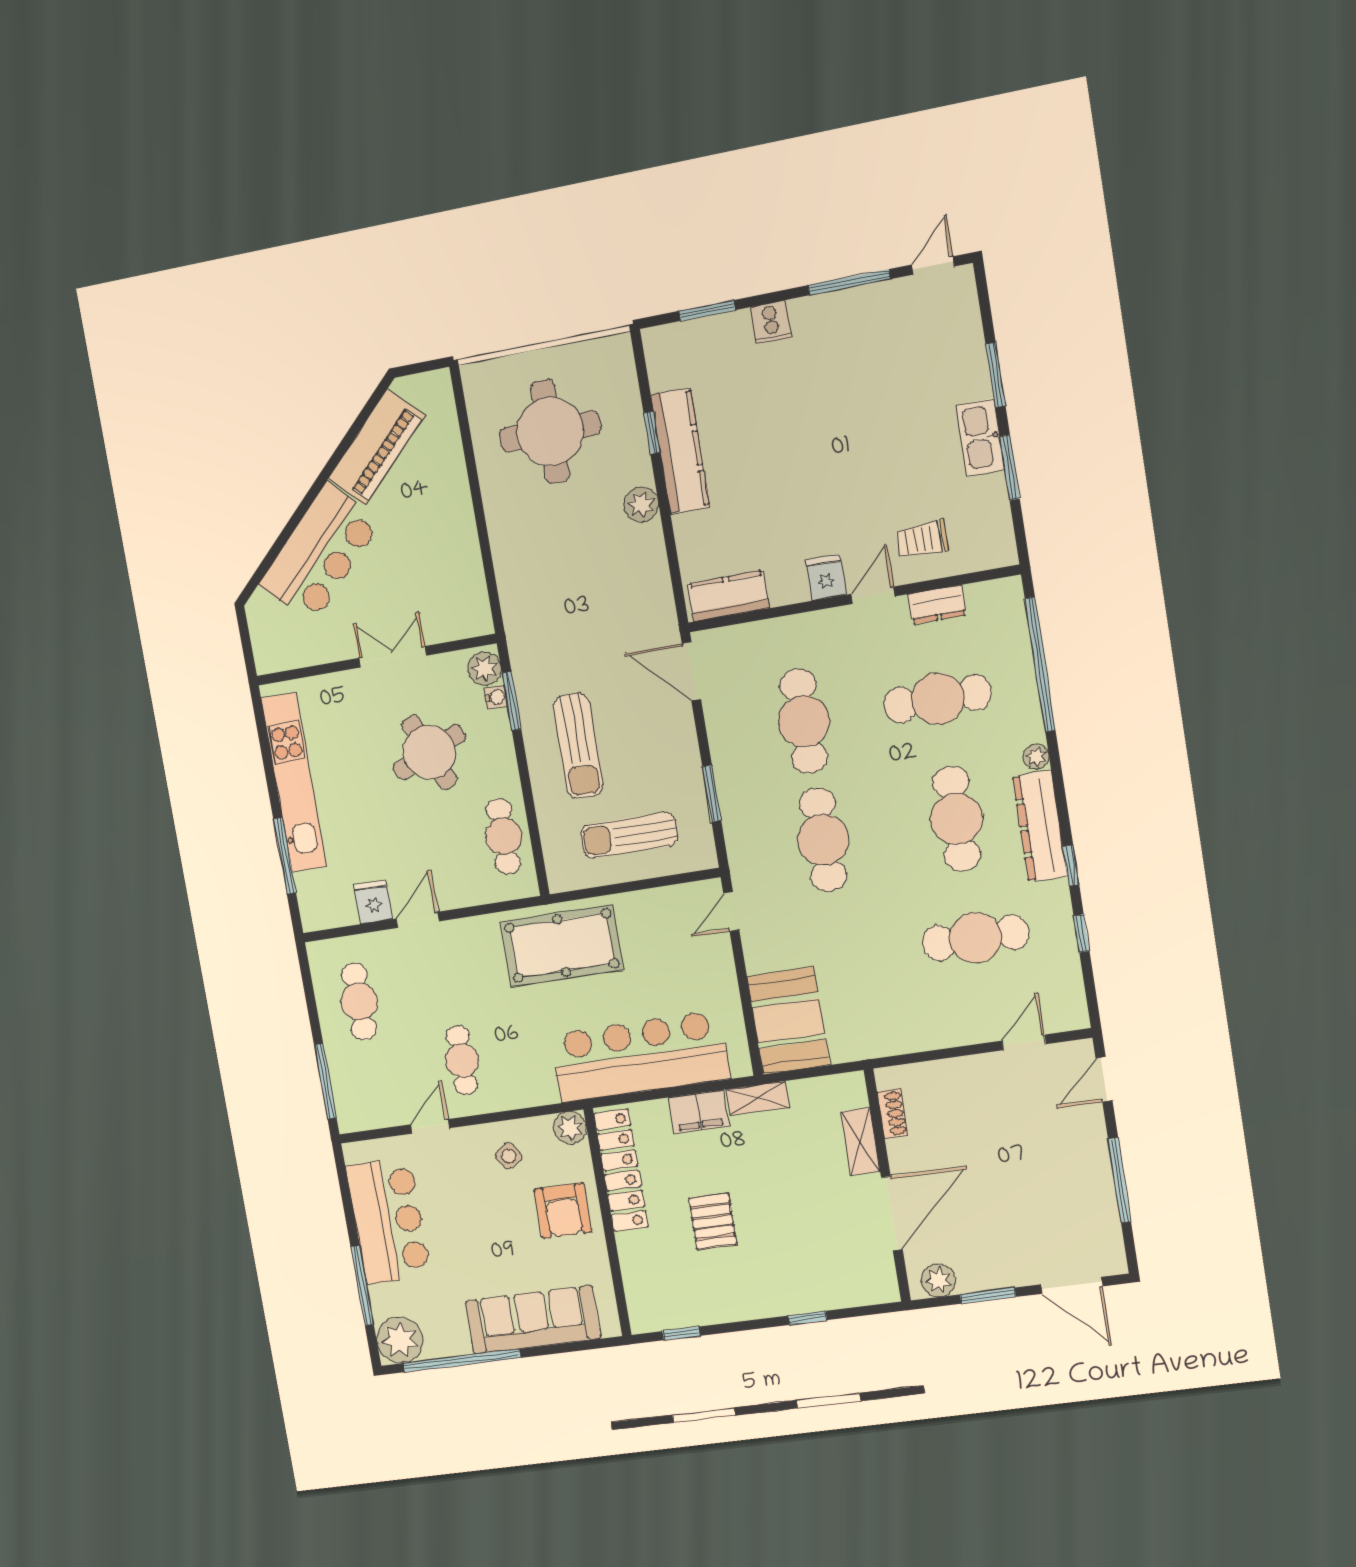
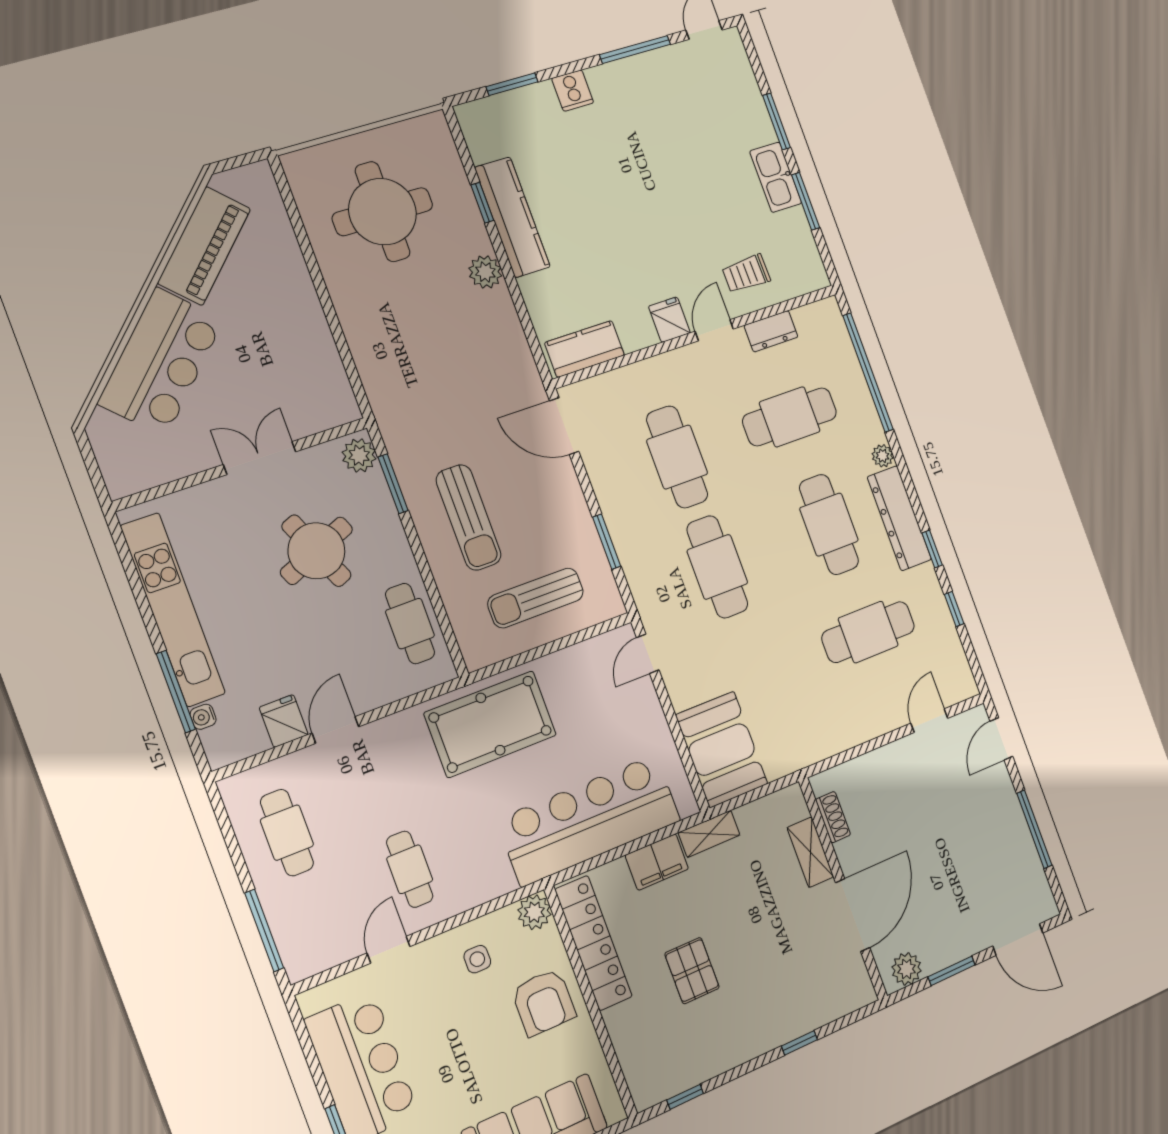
water cooler: (496, 697) -> (203, 717), moved, turned 180
side table: (509, 1156) -> (477, 959), turned 32

